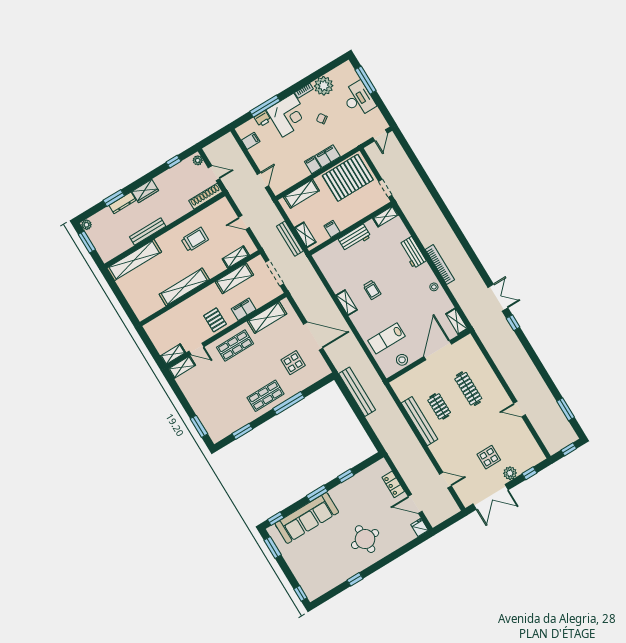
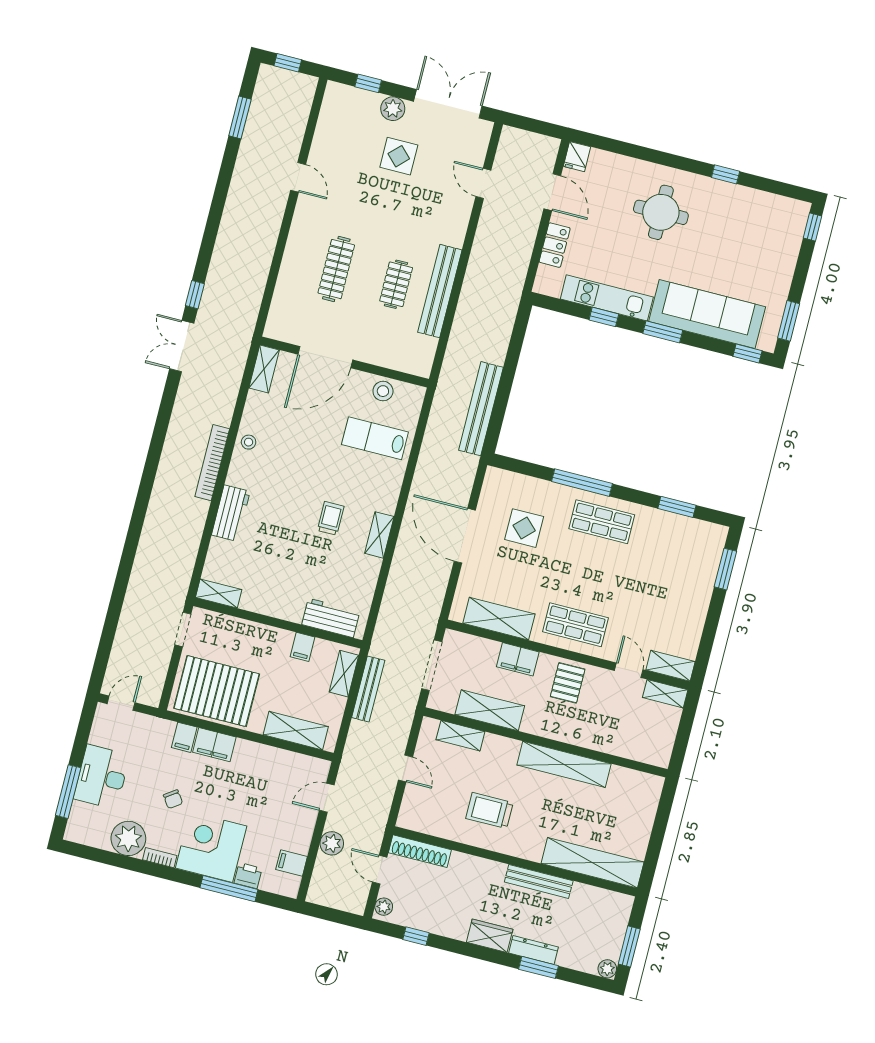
plant: (243, 164) -> (332, 843), added
filing cabinet: (313, 165) -> (184, 737), moved
workbench: (355, 238) -> (331, 618), moved
lab bench: (386, 338) -> (375, 438), turned 180
kitchen unit: (352, 484) -> (607, 298), added

